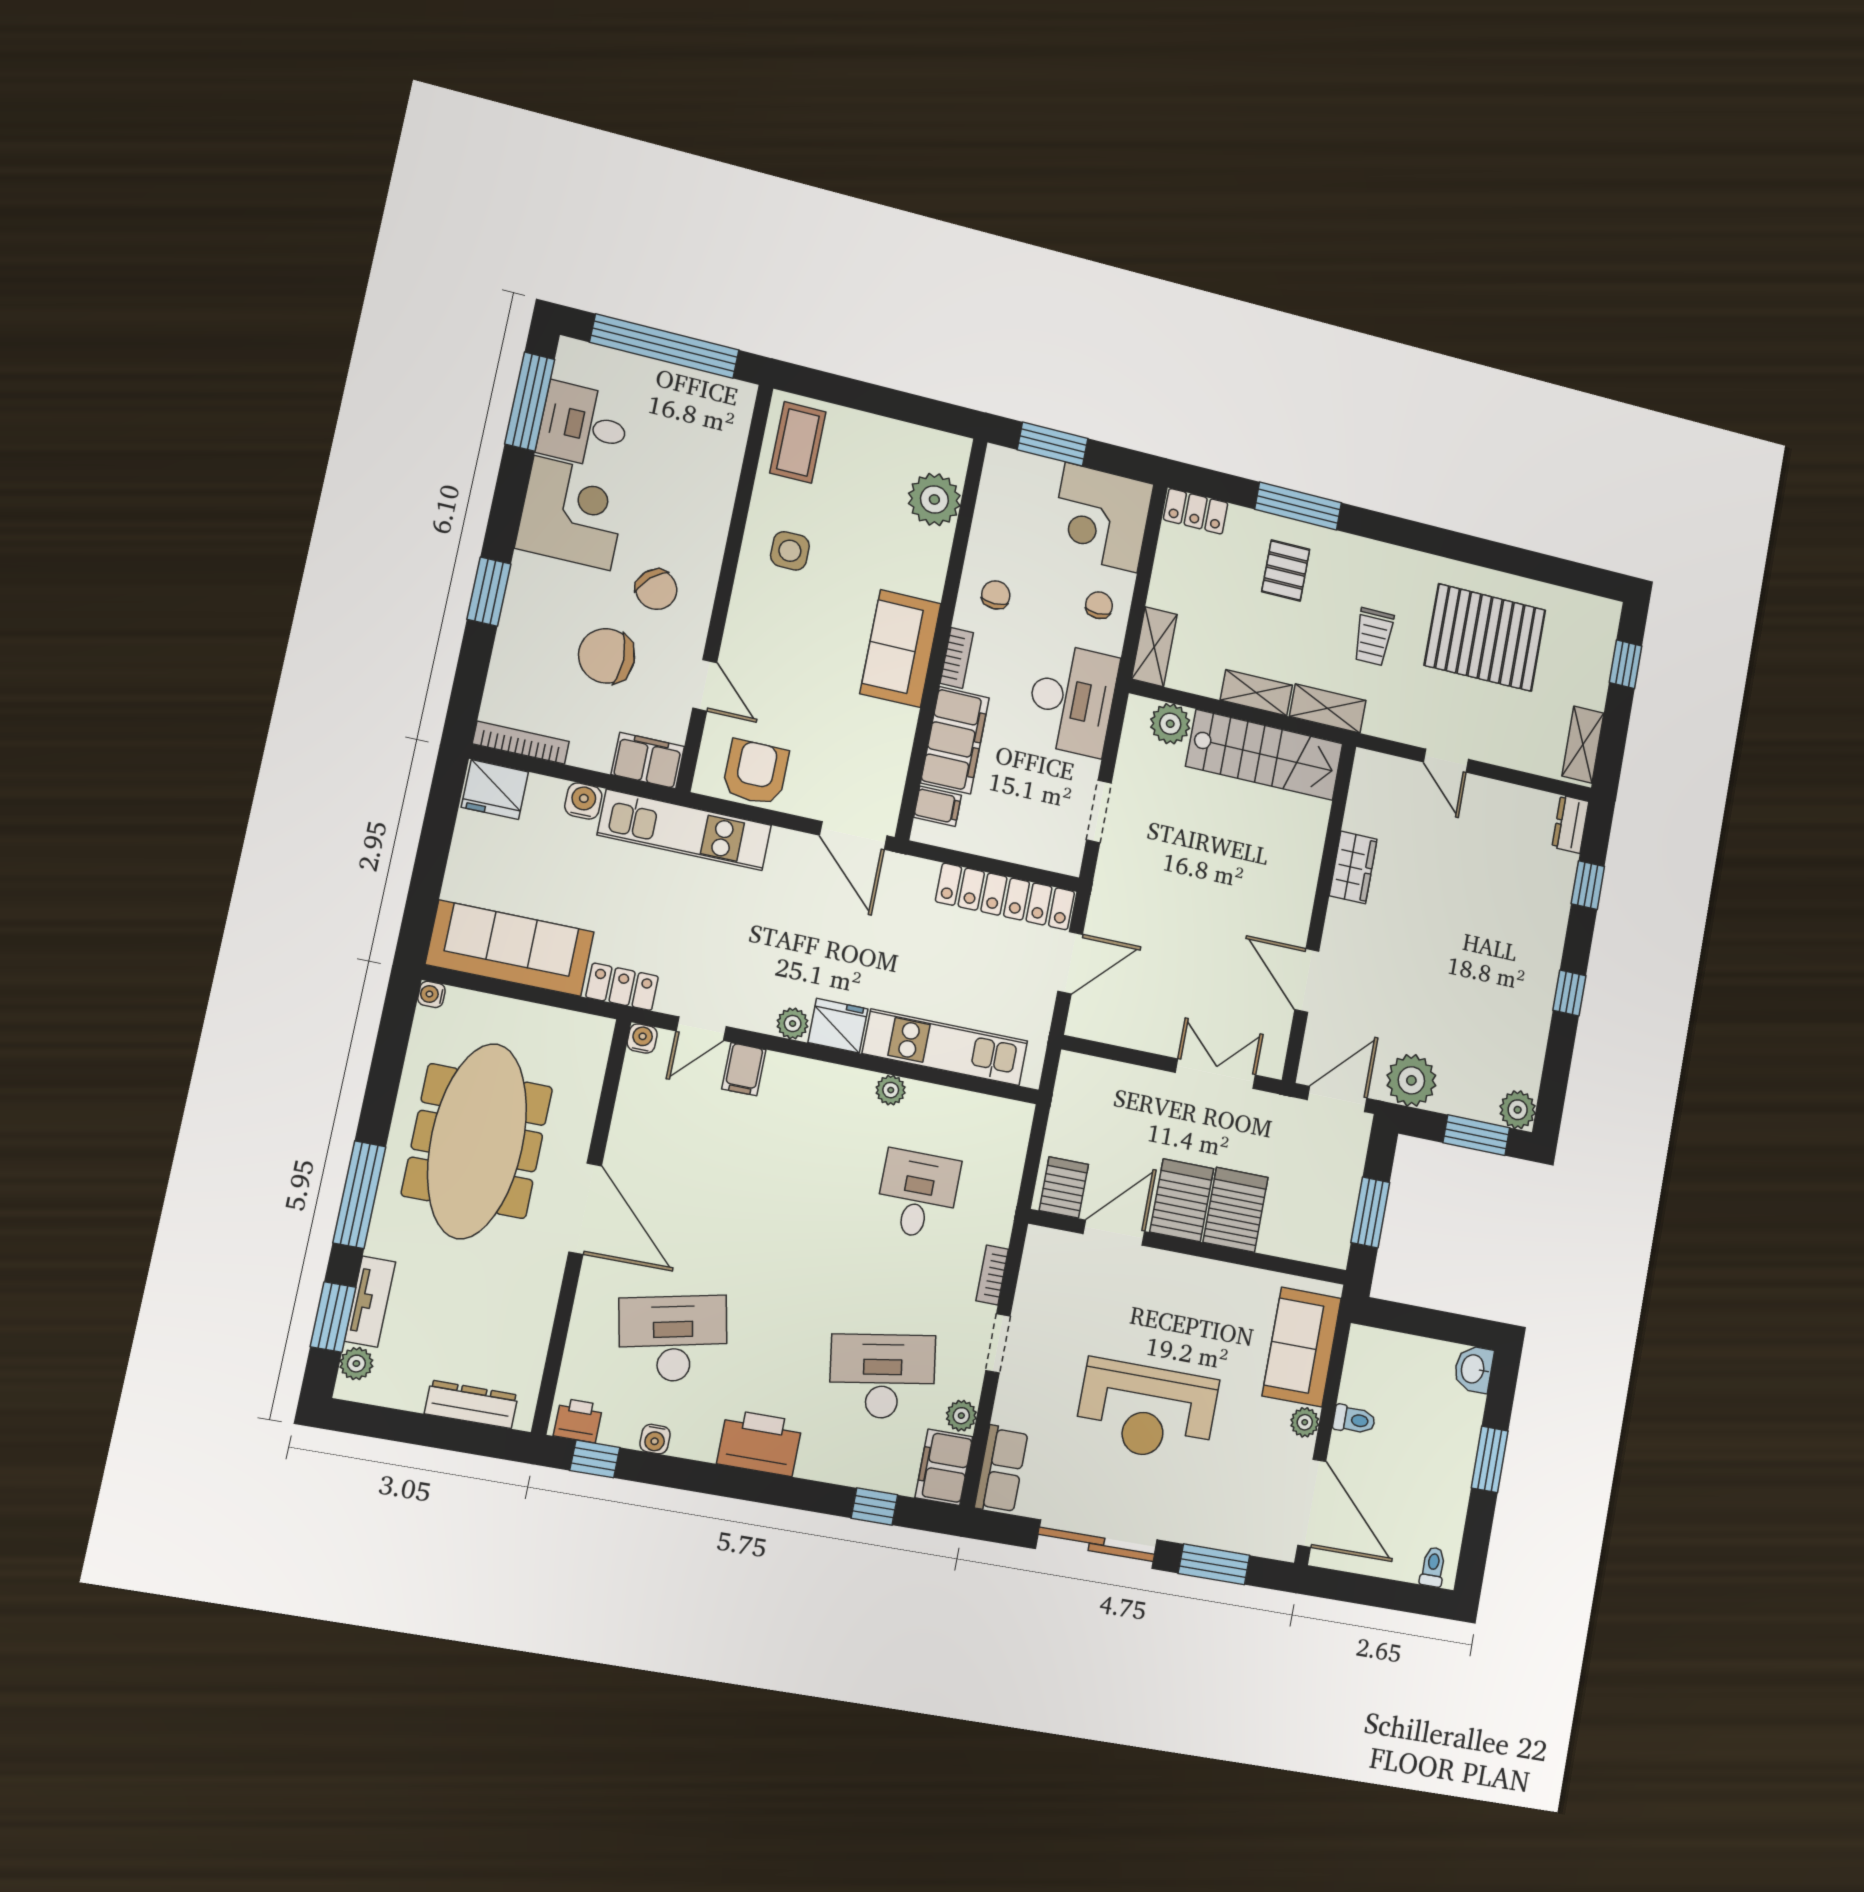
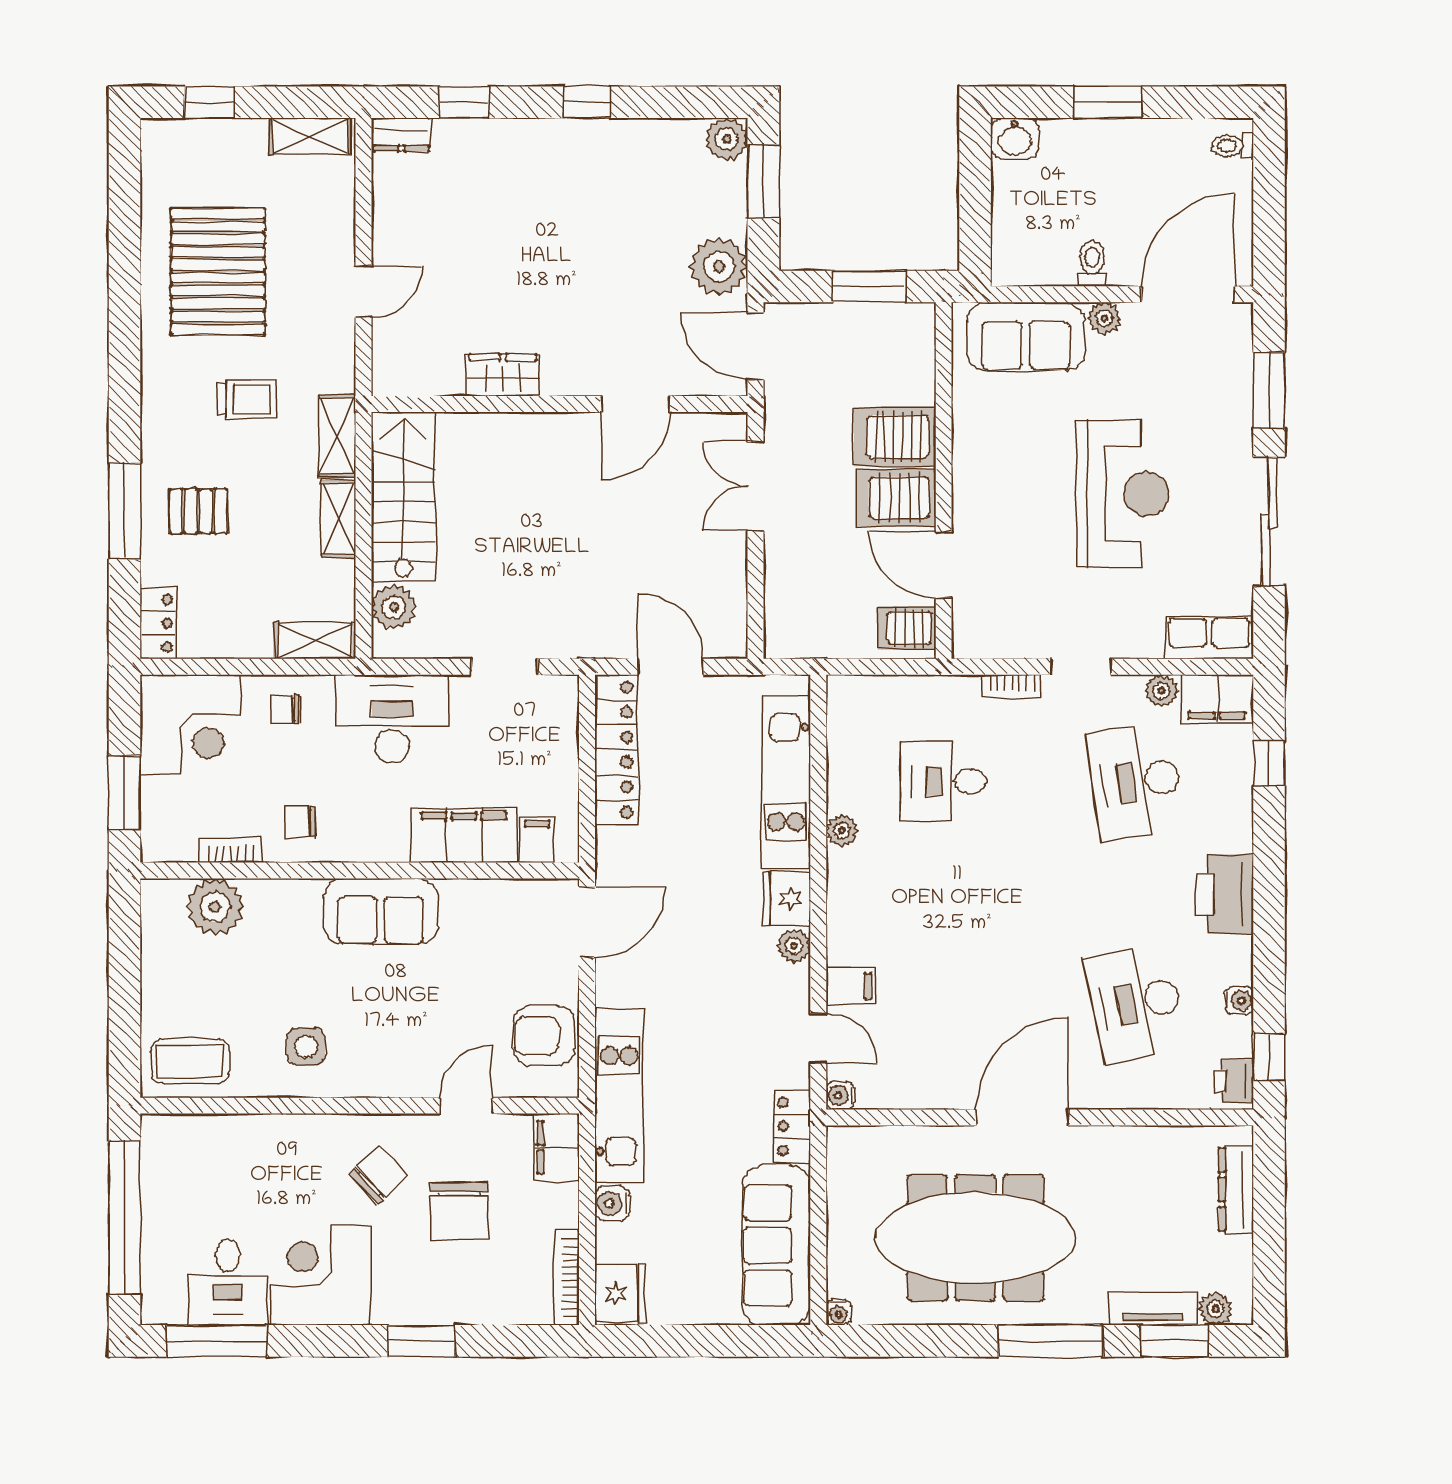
bookcase: (957, 658) -> (231, 850), moved

